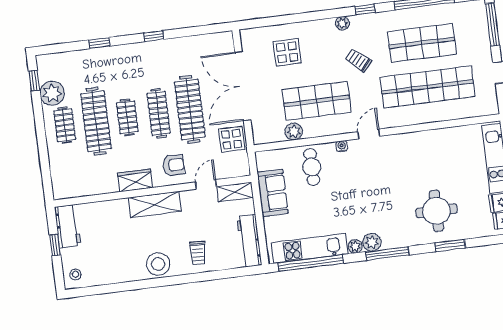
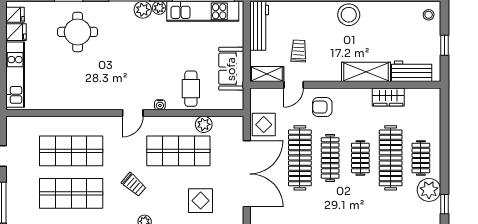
shop shelf: (427, 87) -> (71, 151), width x0.71
wardrobe: (135, 180) -> (388, 97), moved
shelving: (155, 204) -> (366, 72), moved
workbench: (68, 226) -> (412, 71), moved, turned 90
trolley: (198, 253) -> (299, 51), moved

